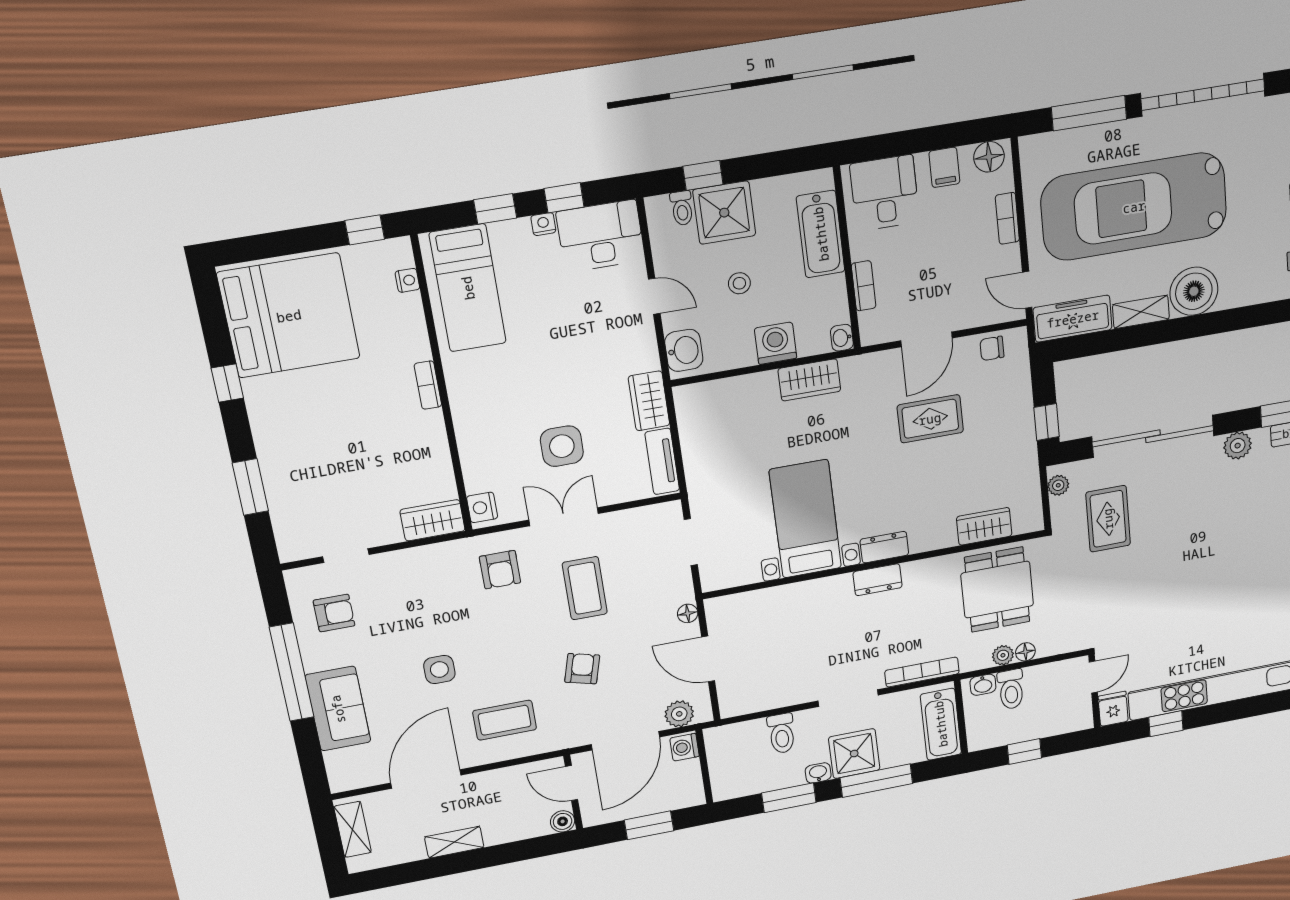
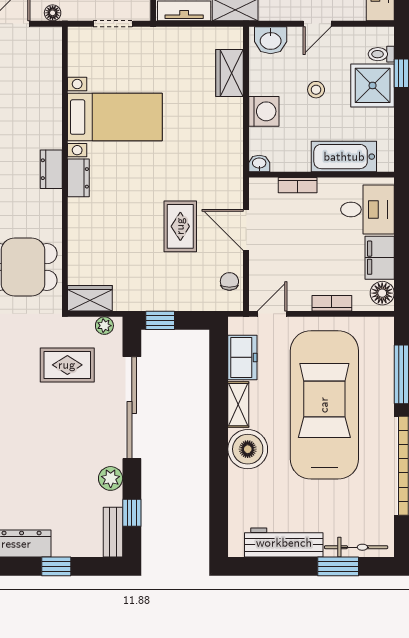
filing cabinet: (944, 167) -> (380, 258), width x2.00
freezer: (1073, 319) -> (242, 357), width x0.71
wardrobe: (809, 380) -> (230, 73), moved
wardrobe: (984, 526) -> (90, 298), moved, turned -90

